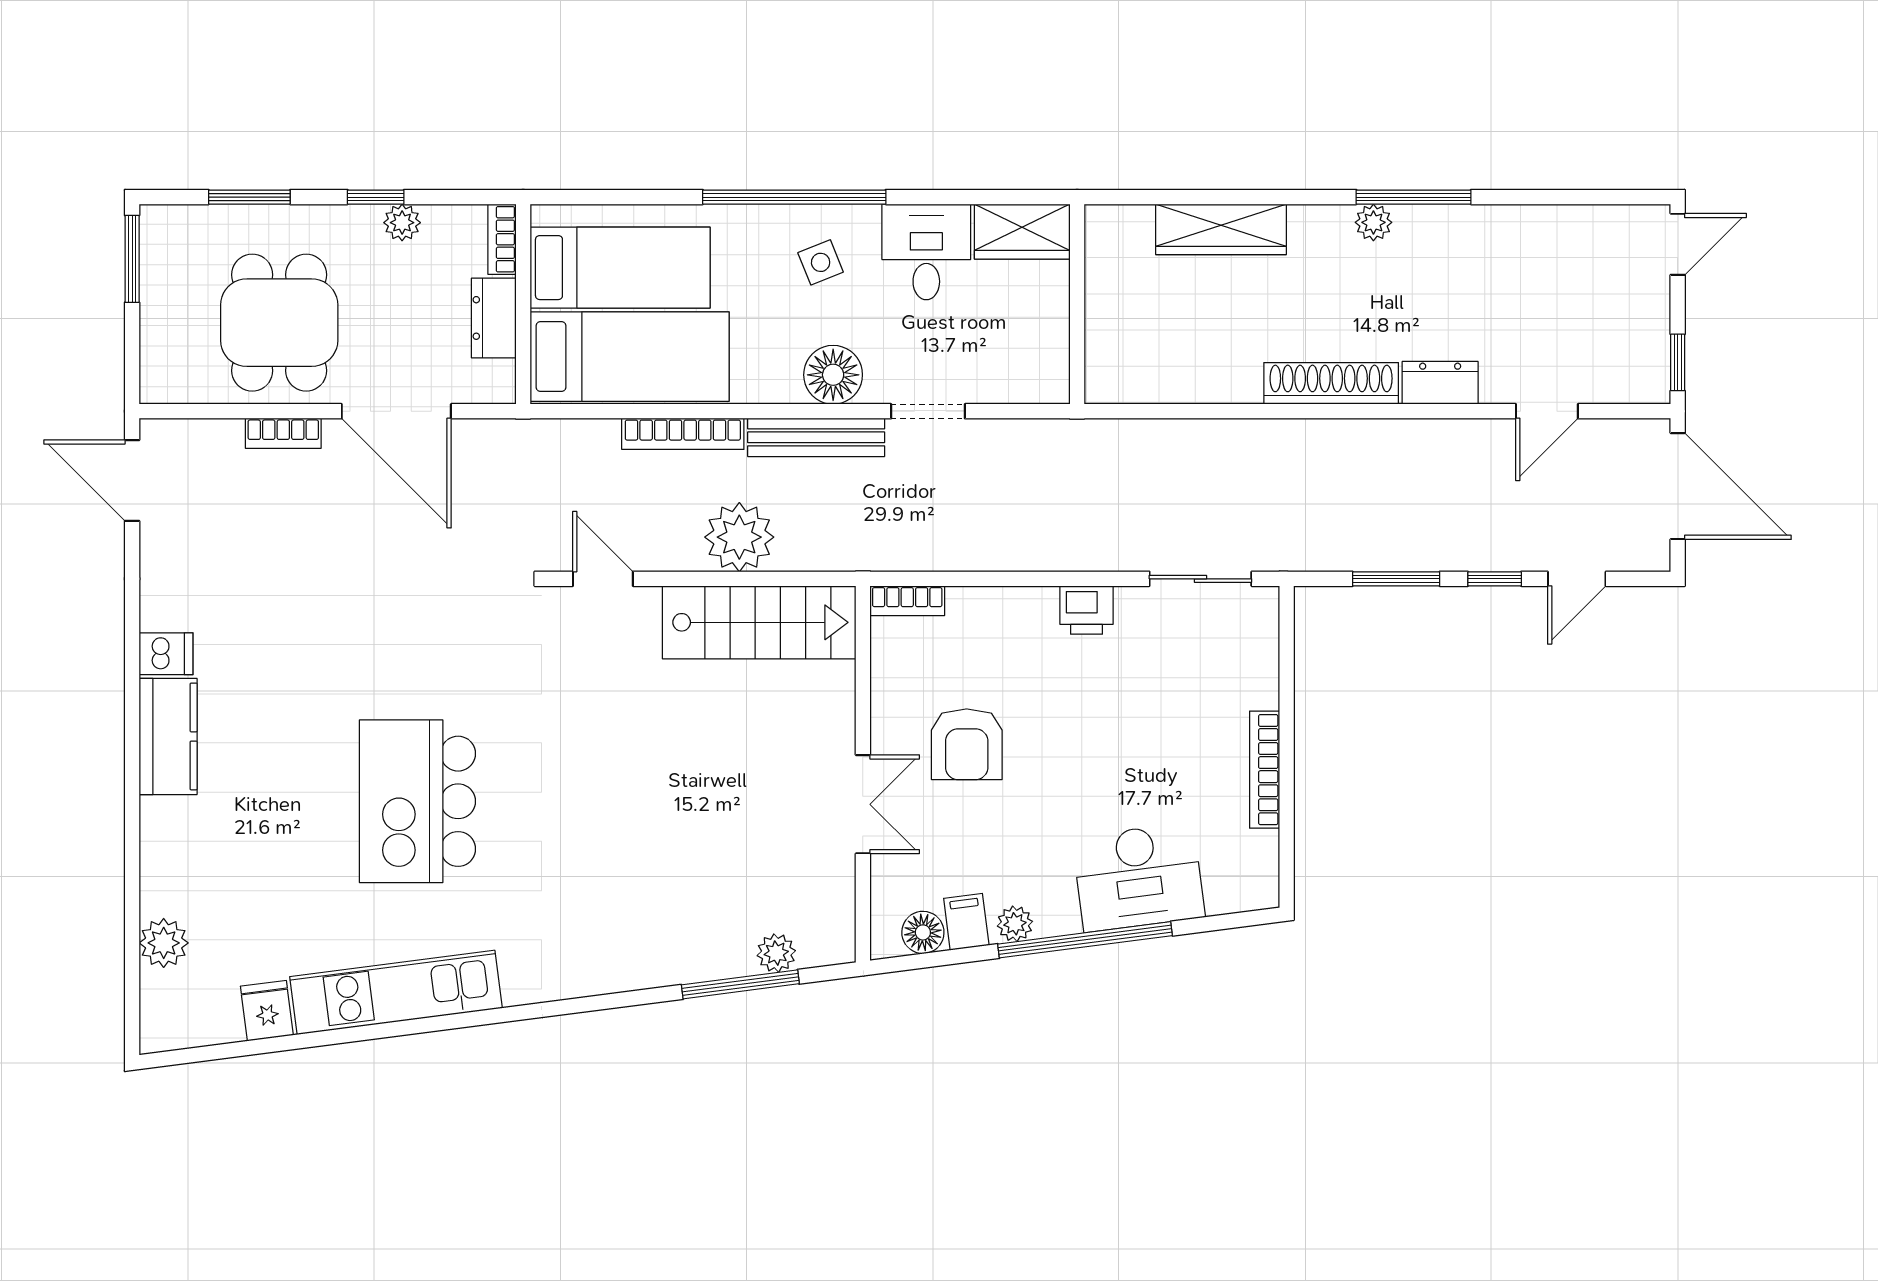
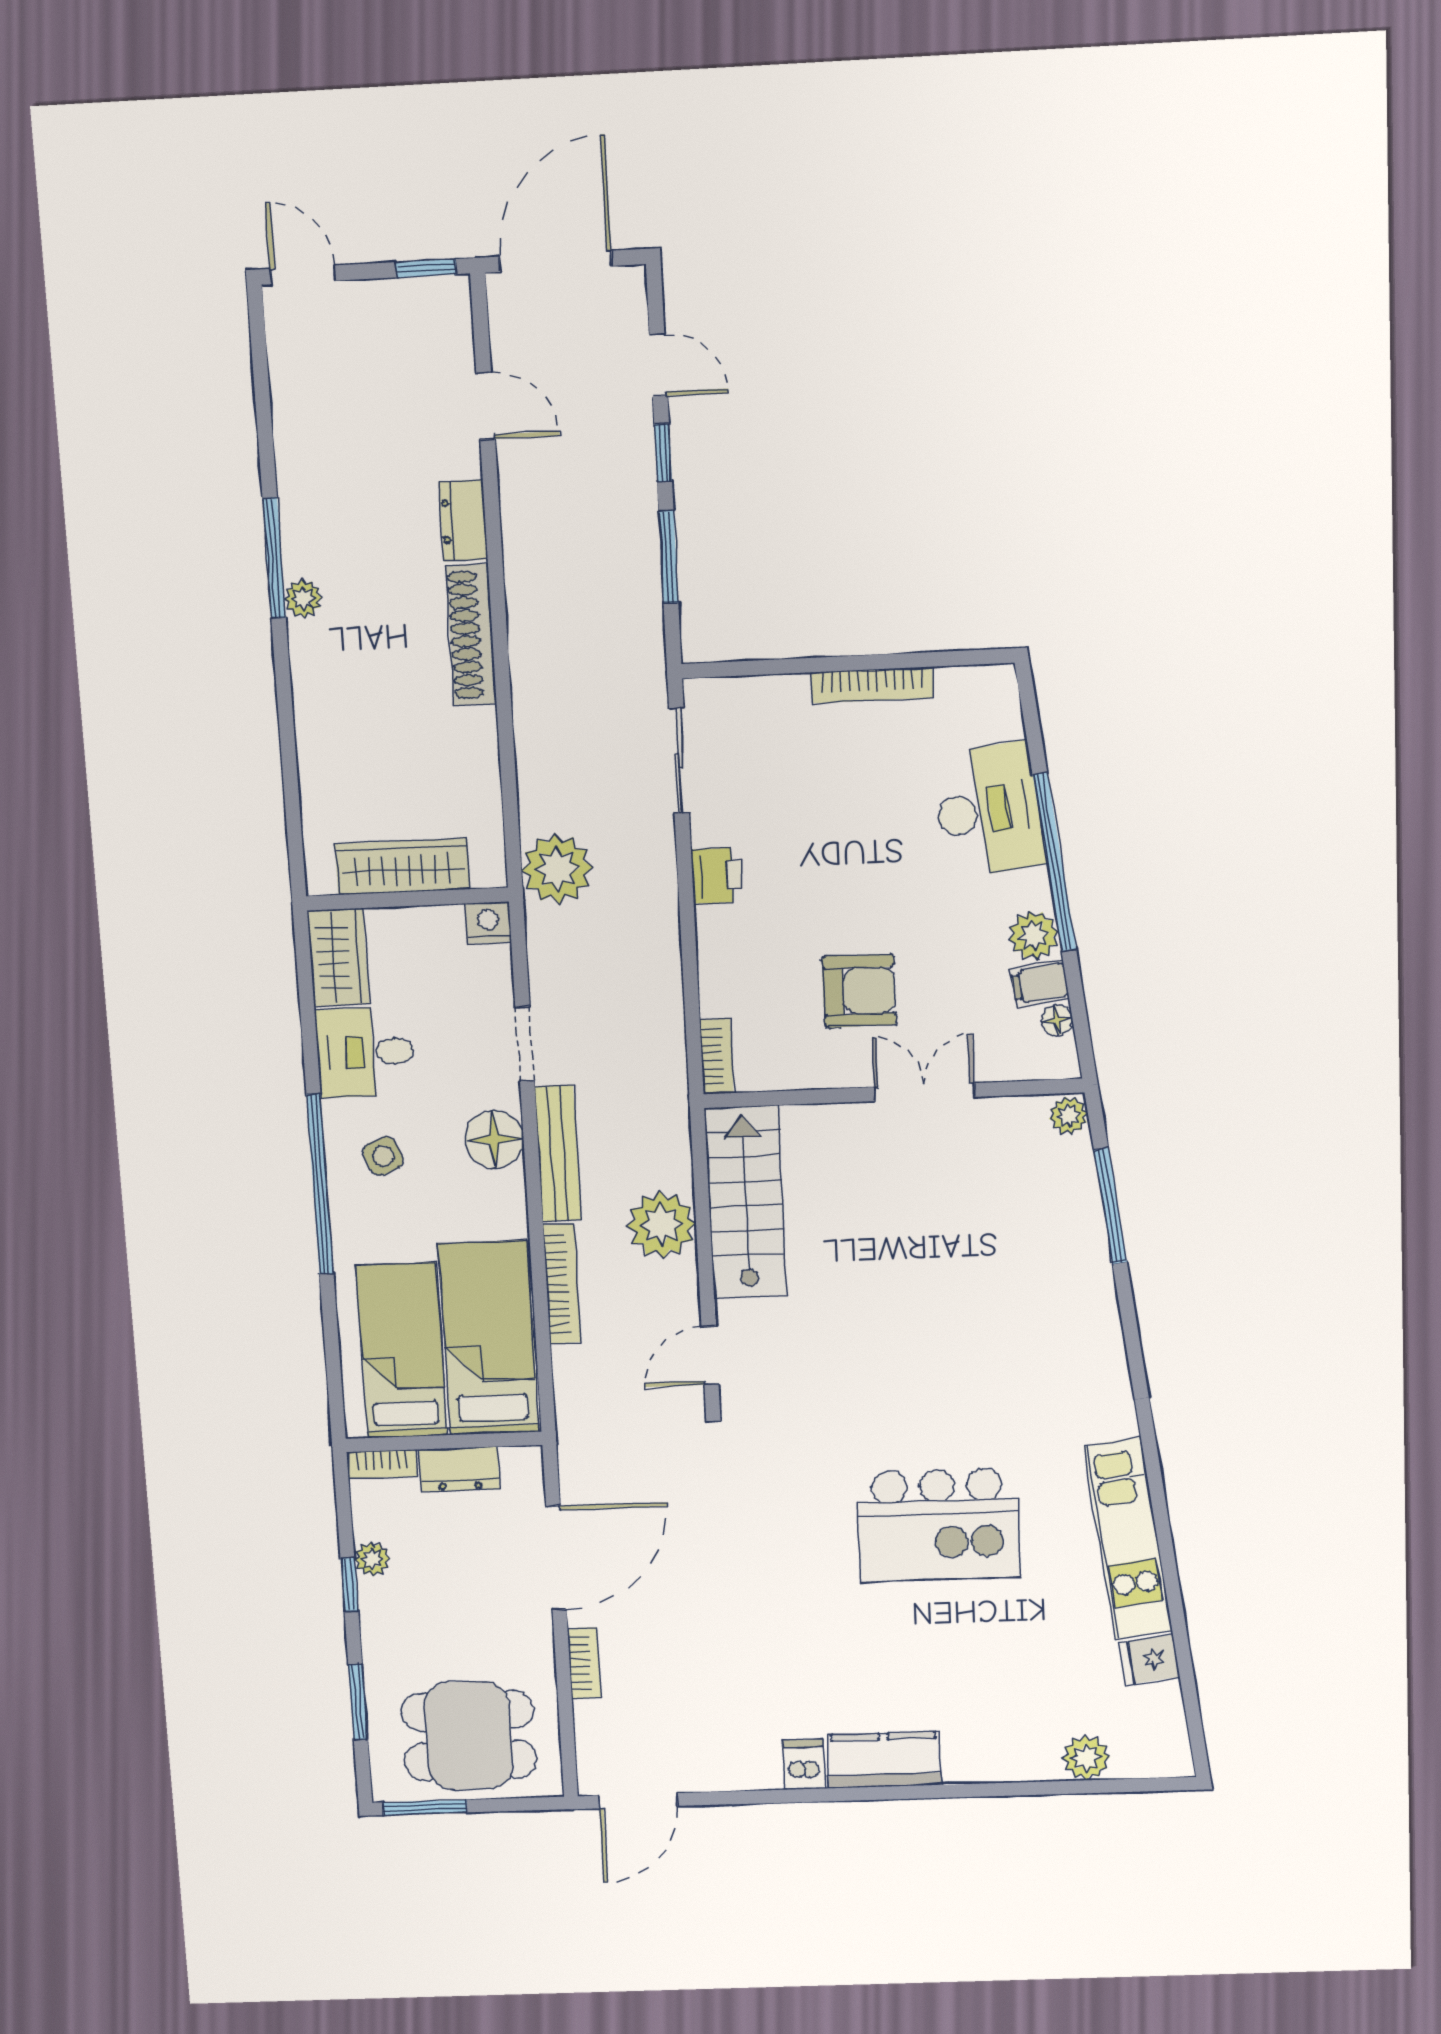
wardrobe: (1221, 229) -> (402, 866), moved, turned -90
dining table: (279, 323) -> (469, 1736), moved
nightstand: (1050, 382) -> (488, 923), added
plant: (1100, 453) -> (557, 869), added
plant: (1015, 924) -> (1034, 935), width x1.38, depth x1.38
floor lamp: (923, 932) -> (1057, 1020), width x0.73, depth x0.73
plant: (776, 953) -> (1068, 1116), moved

